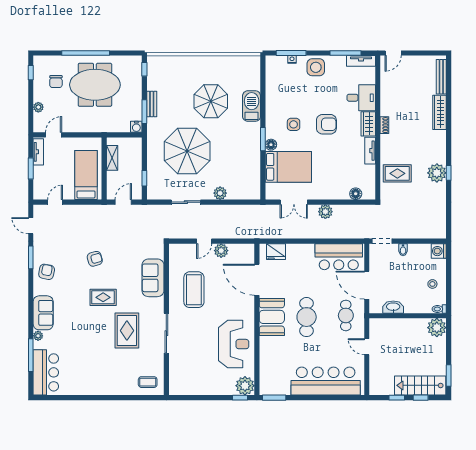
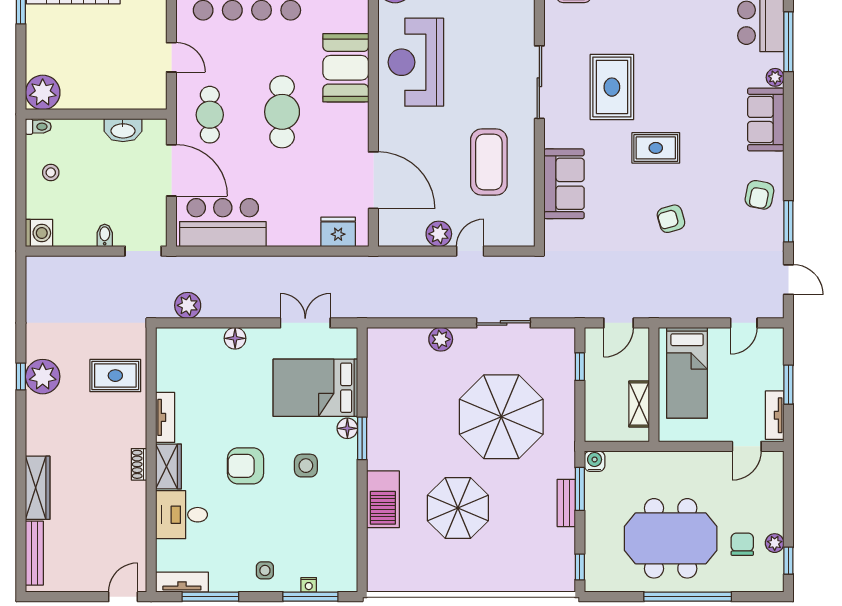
side table: (316, 67) -> (265, 570), width x0.54, depth x0.54
plant: (38, 107) -> (775, 543), moved
floor lamp: (356, 194) -> (235, 338), moved
plant: (325, 212) -> (188, 305), moved
booth: (272, 317) -> (346, 68), moved

